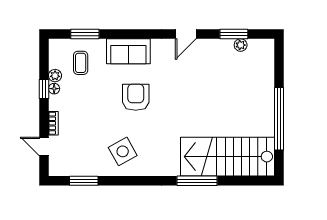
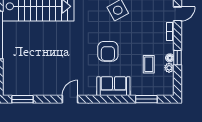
window: (234, 34) -> (22, 99), moved
plant: (241, 45) -> (28, 91), removed
coffee table: (81, 63) -> (149, 64), moved
door: (44, 147) -> (177, 14), hinge flipped

